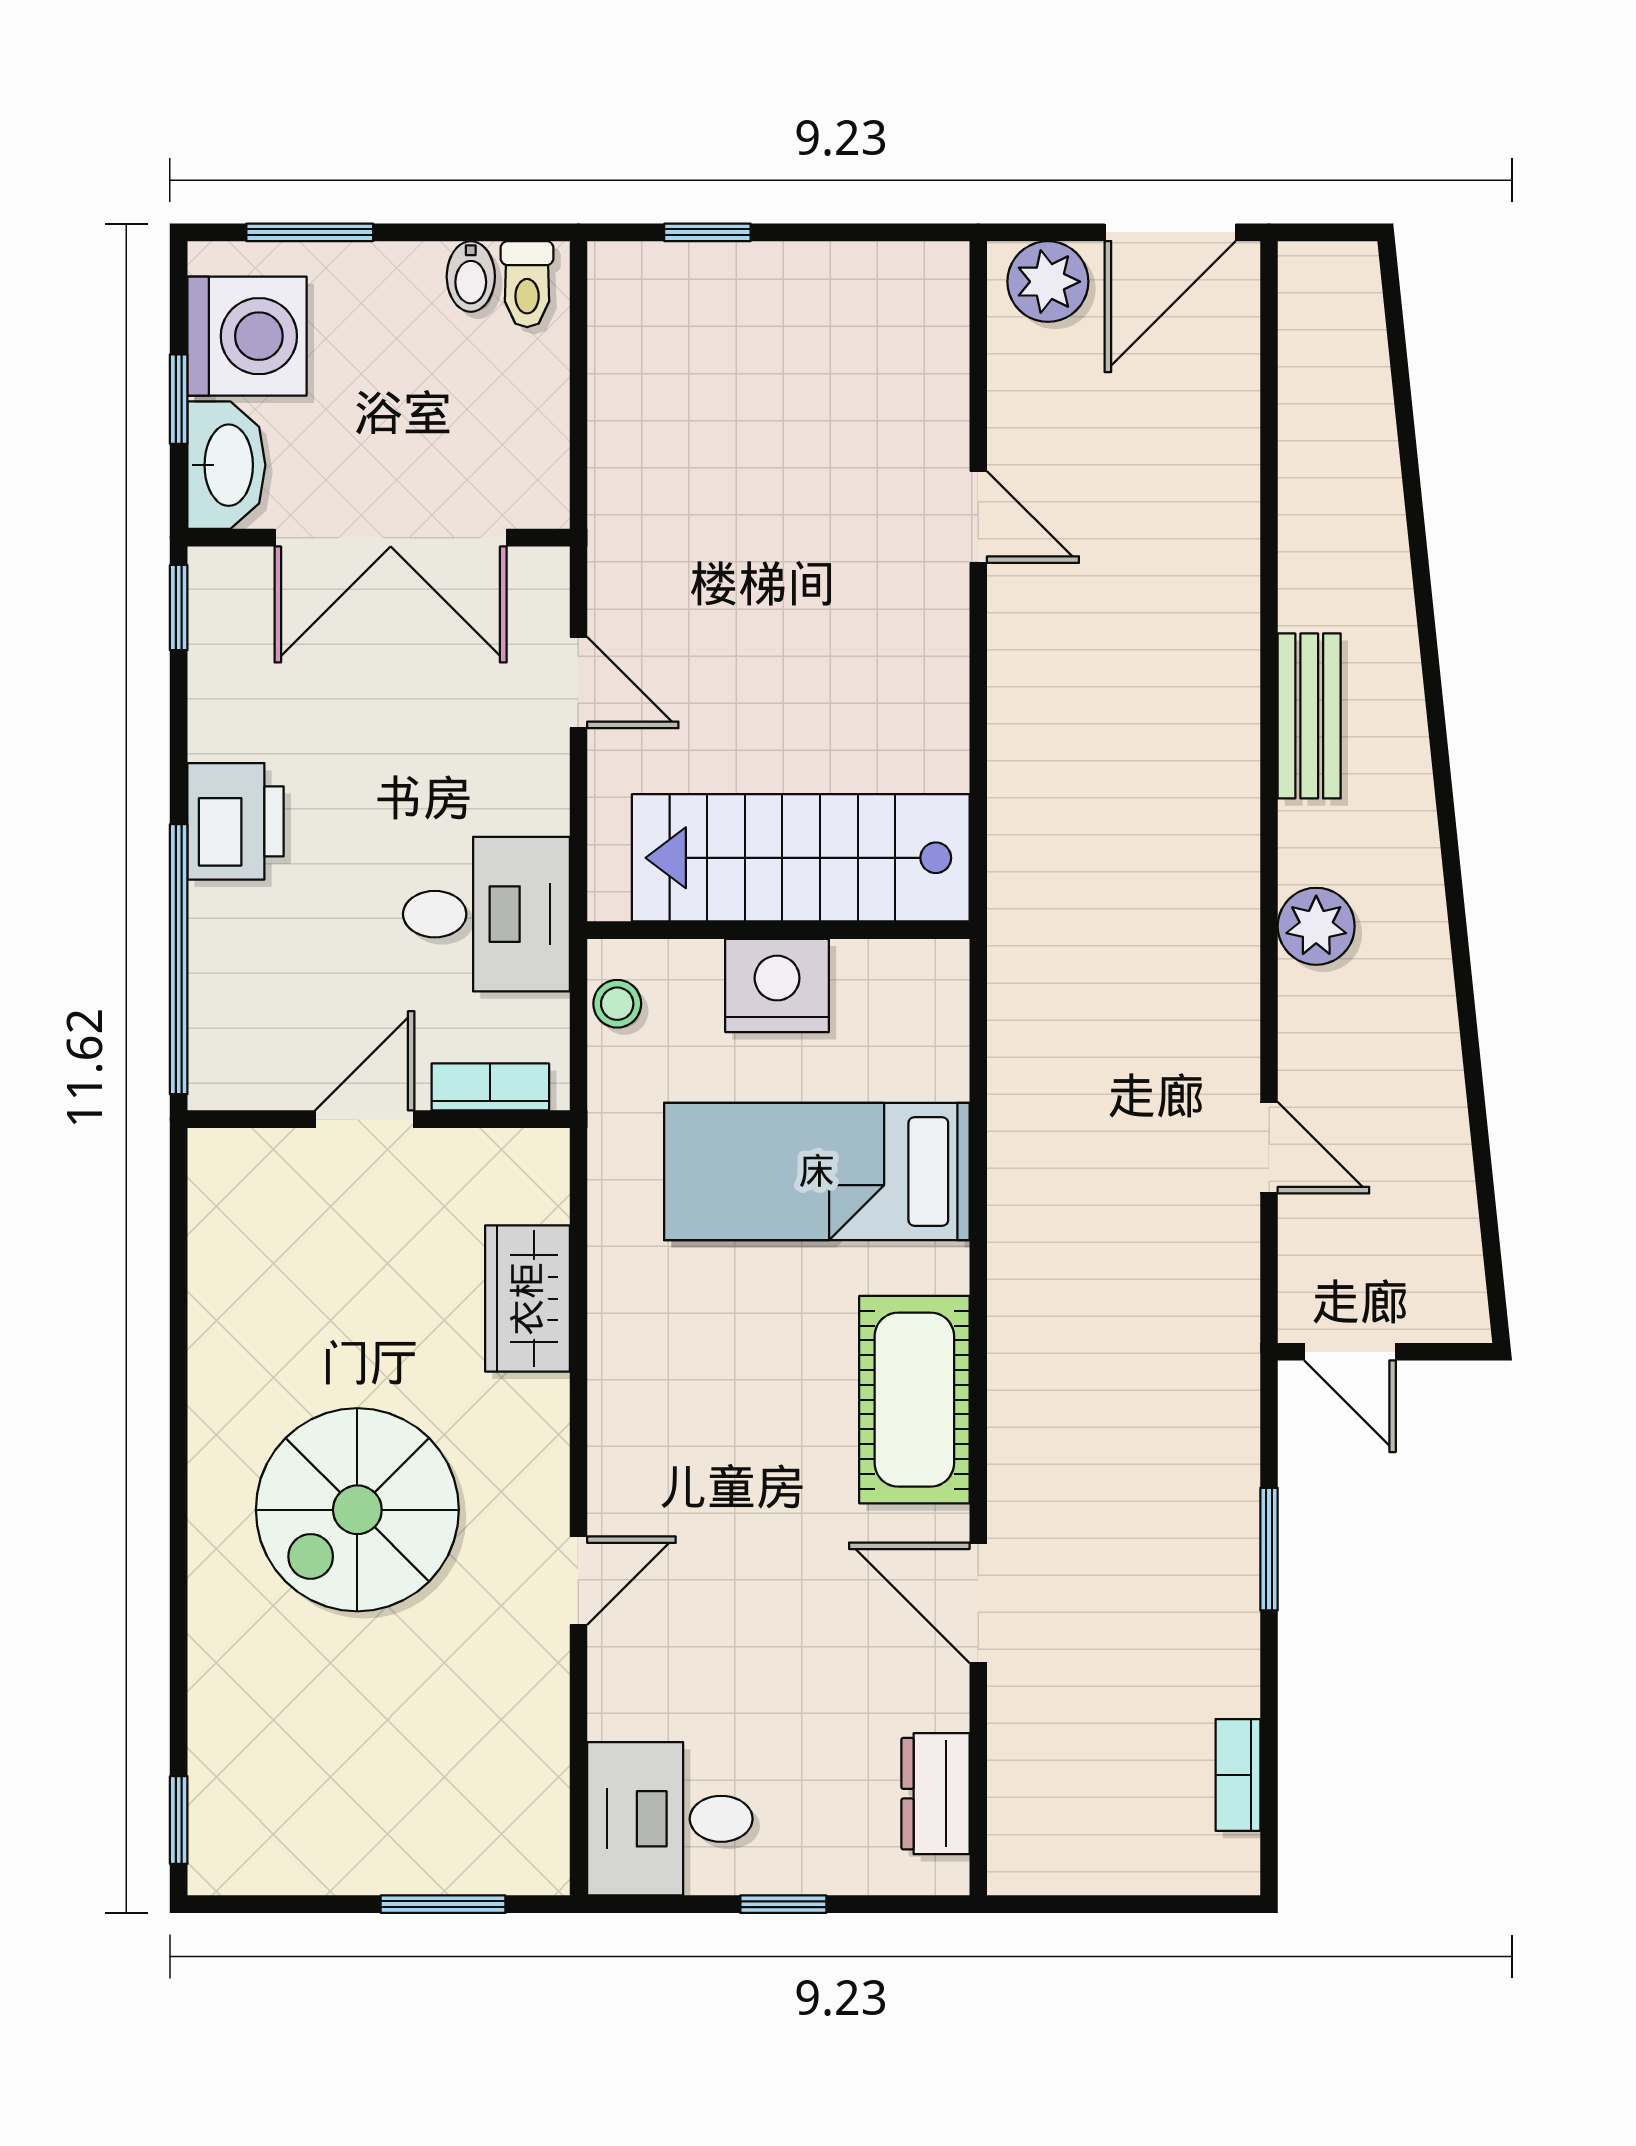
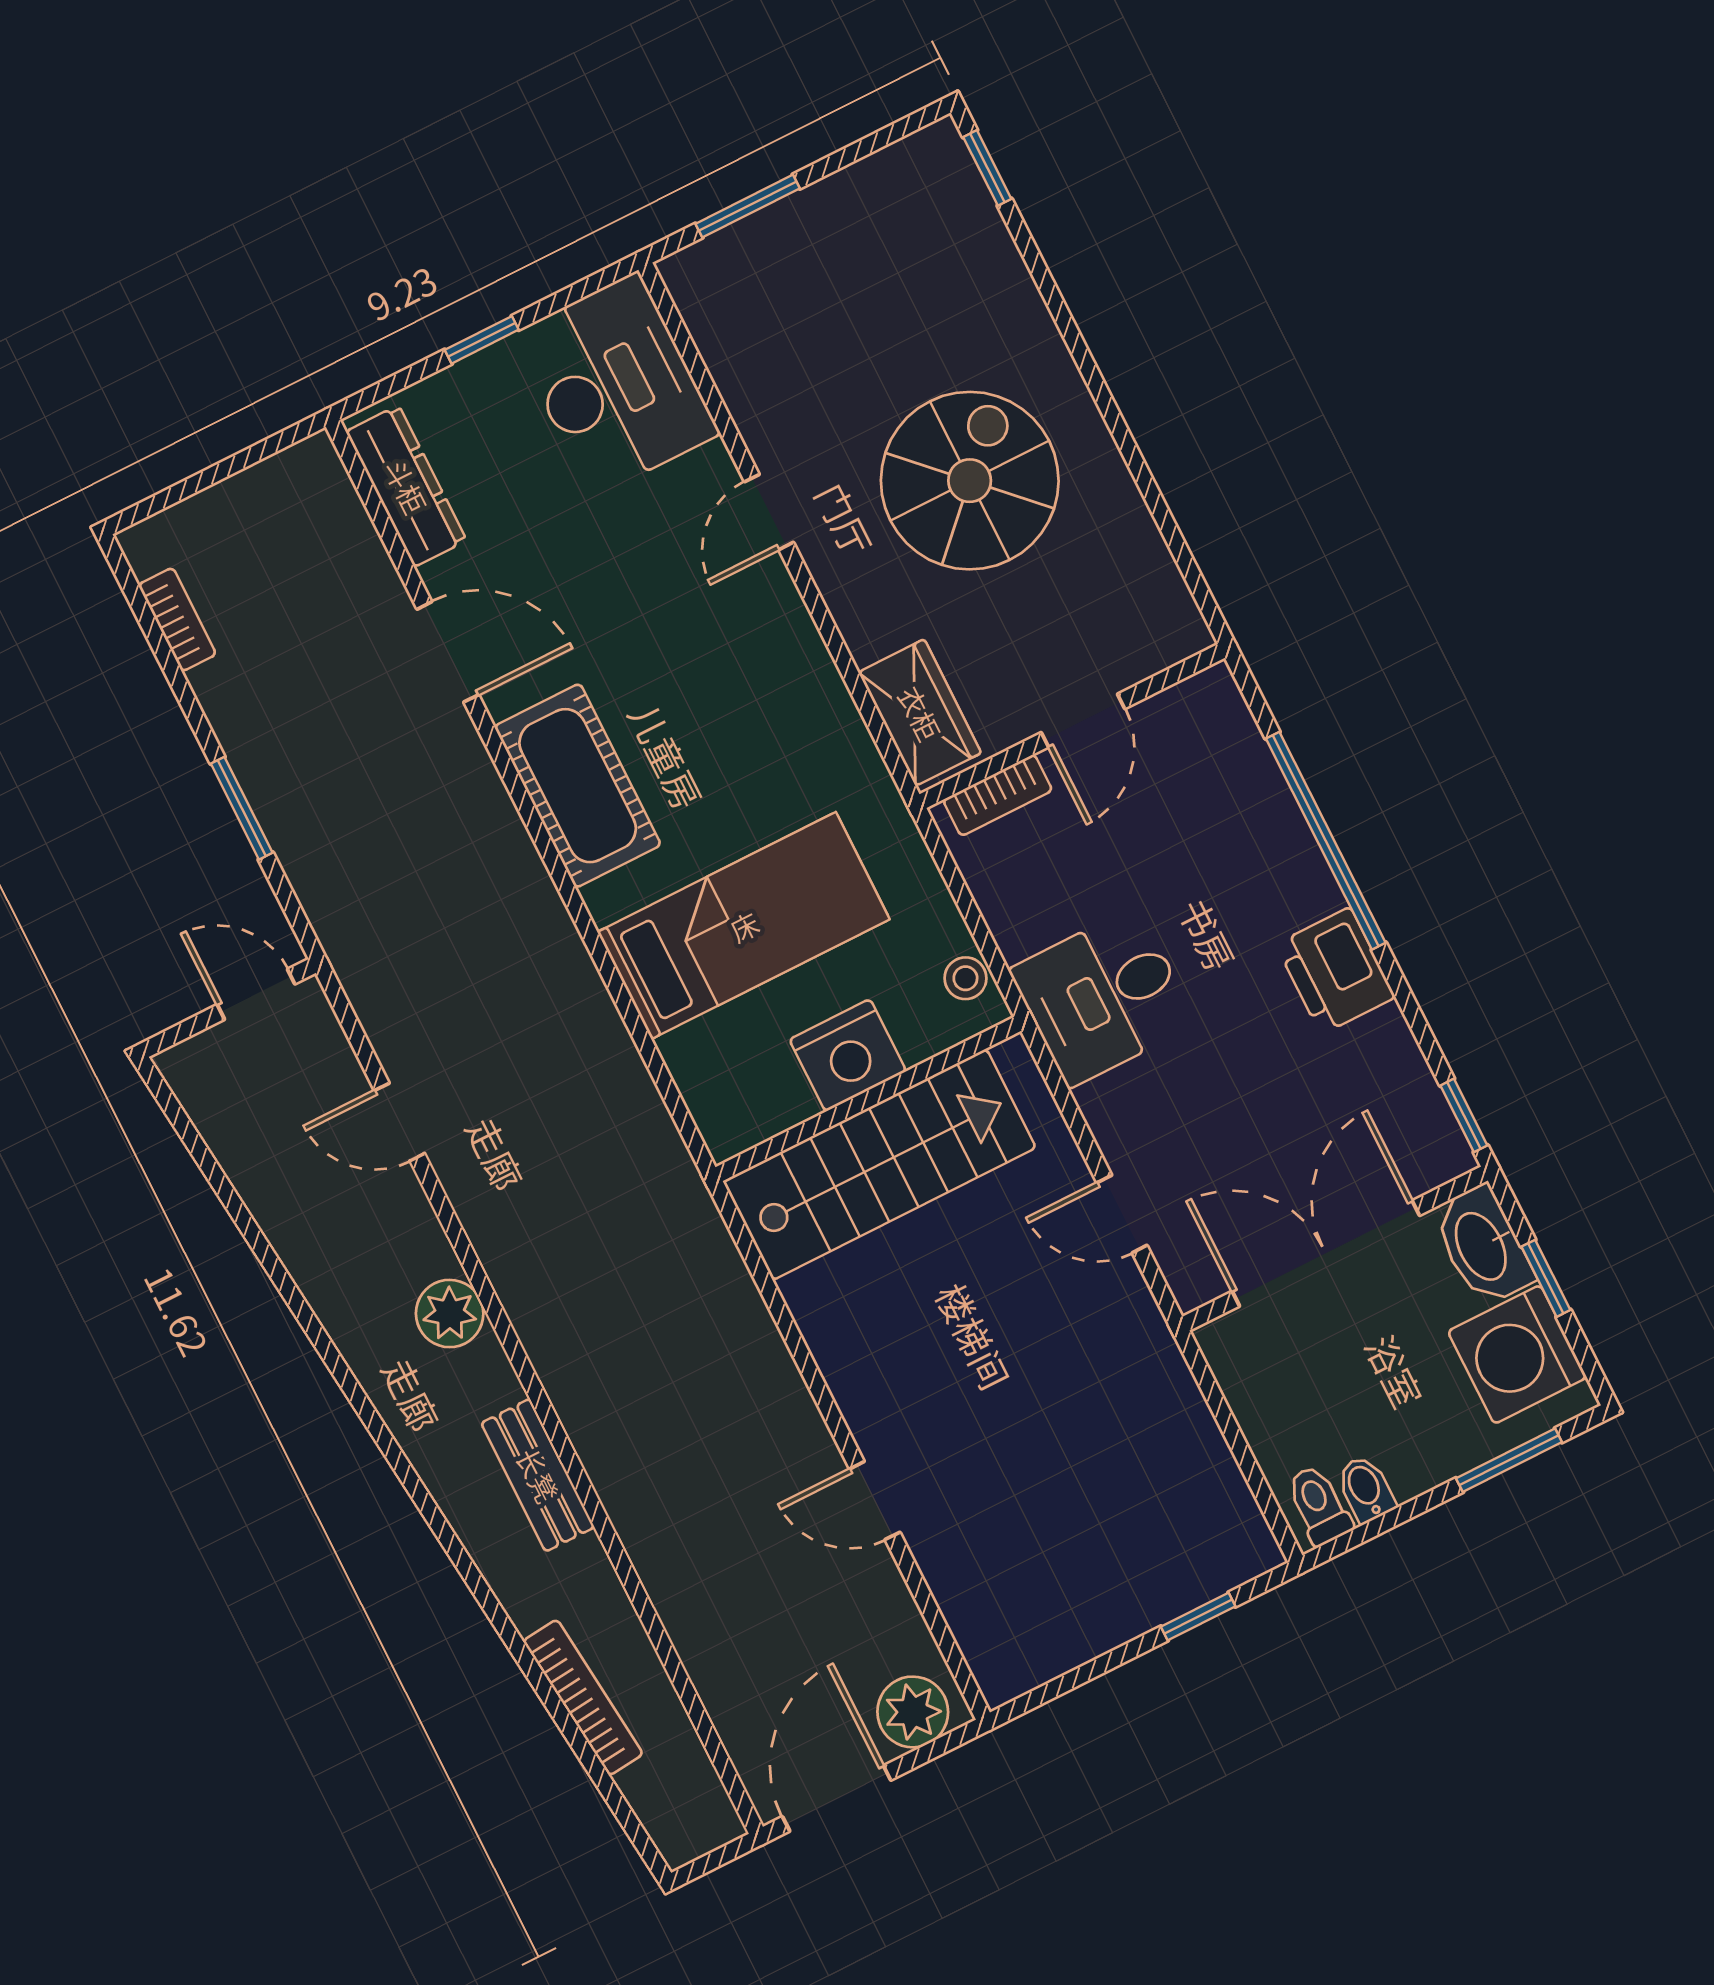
bookcase: (1377, 466) -> (583, 1697), added
bookcase: (490, 1087) -> (998, 795), moved
door: (365, 1119) -> (1083, 721), moved
wall: (379, 1119) -> (1072, 726), moved
dresser: (935, 1794) -> (406, 486), width x1.44
desk: (670, 1819) -> (615, 384), width x1.37

